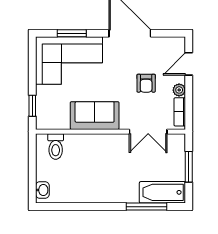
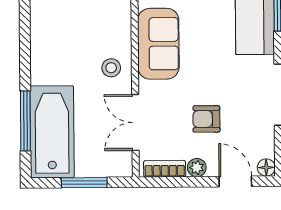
floor lamp: (179, 43) -> (266, 168), added
stool: (111, 148) -> (111, 68), added
bathtub: (162, 192) -> (52, 132), width x1.36, depth x1.36

